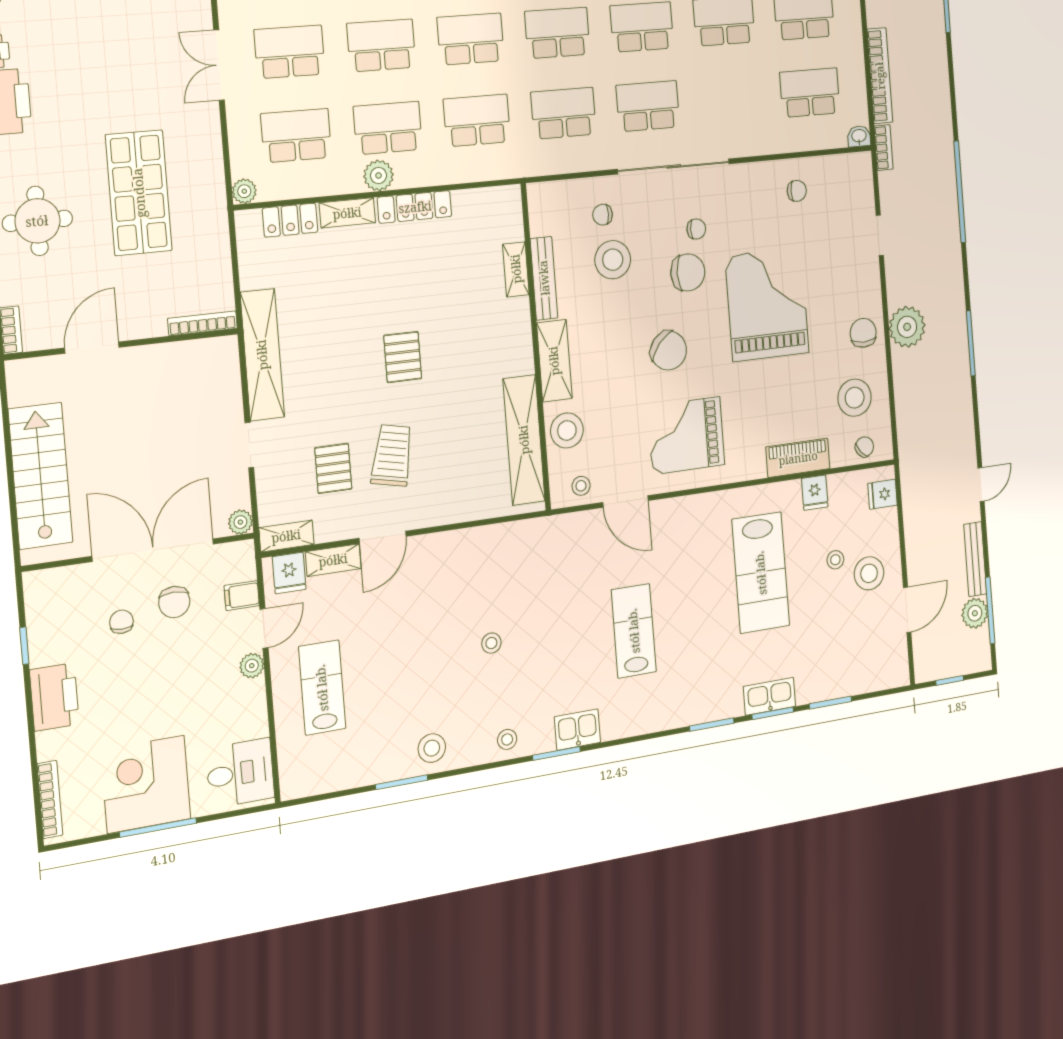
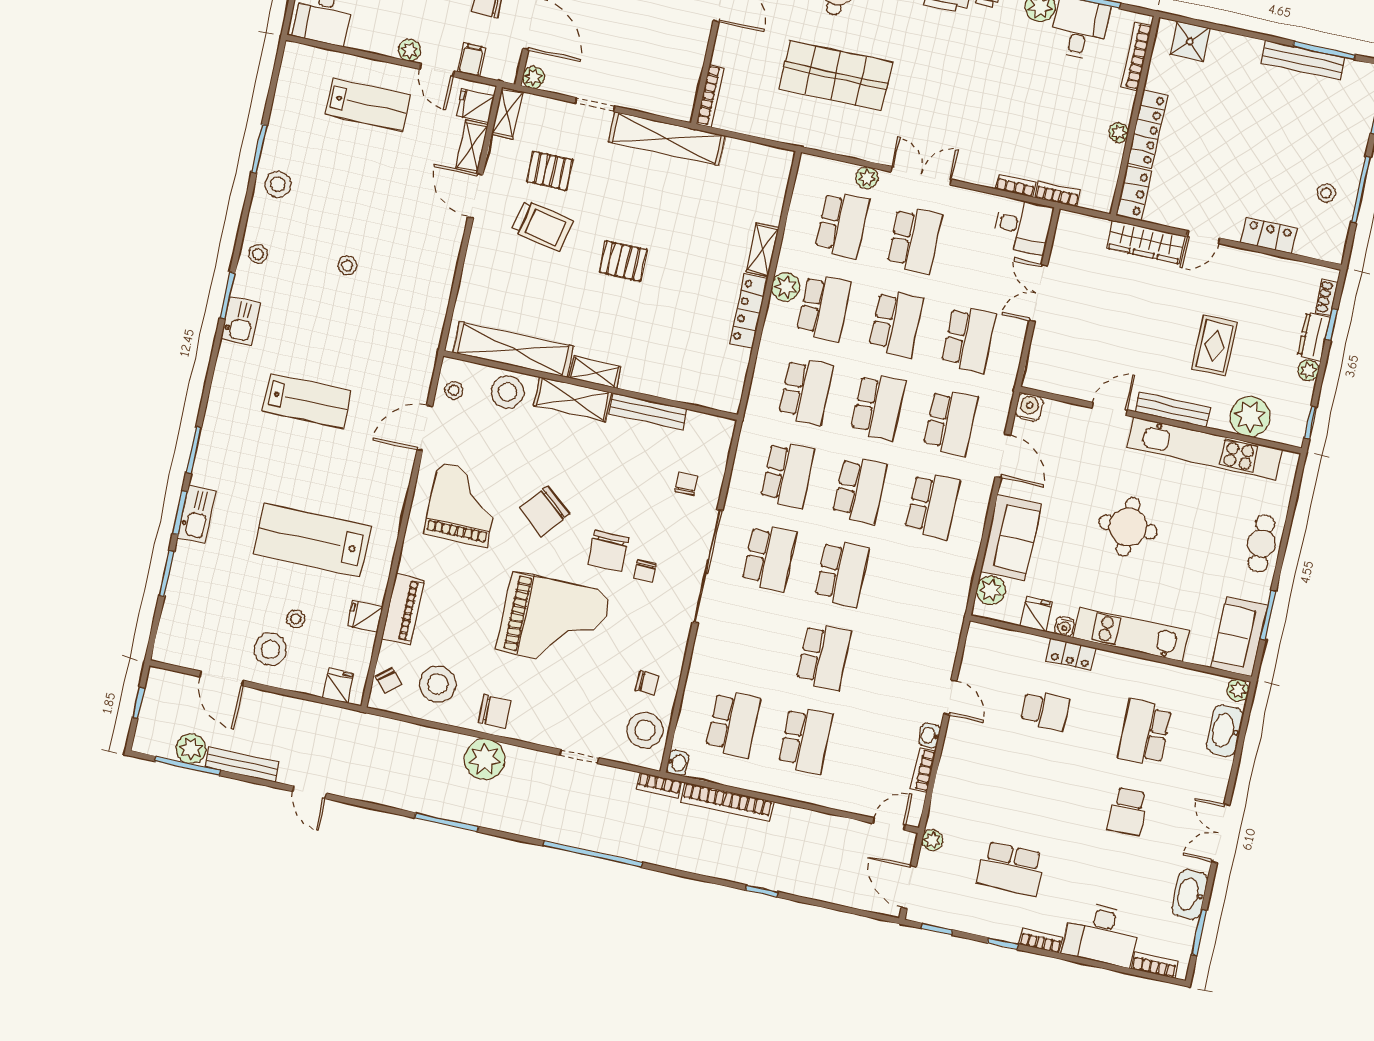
plant: (244, 191) -> (867, 178), moved
chair: (797, 191) -> (647, 683), turned -87
locker: (290, 220) -> (772, 197), removed
stool: (613, 260) -> (645, 730), moved
shelving: (516, 269) -> (595, 372), moved

